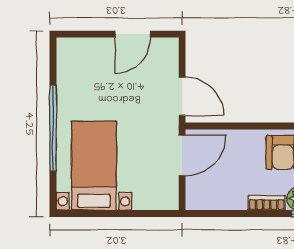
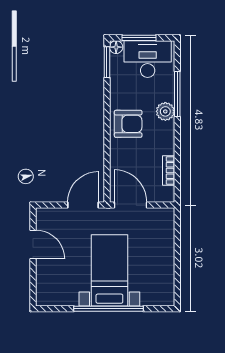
bed with nightstands: (94, 166) -> (109, 270), moved, turned 90
bookcase: (267, 203) -> (169, 171), moved

